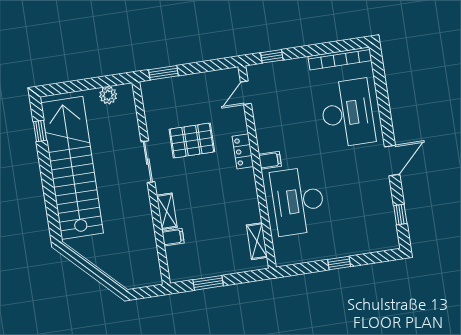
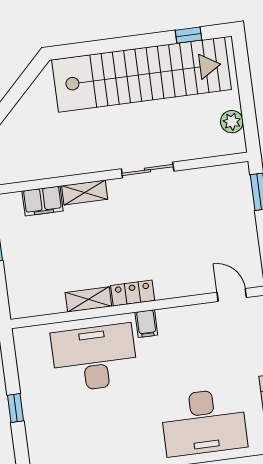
pallet: (192, 141) -> (173, 226), removed
locker: (243, 151) -> (133, 293), moved
filing cabinet: (173, 237) -> (43, 201), width x2.00
shelving: (257, 241) -> (88, 299), moved

